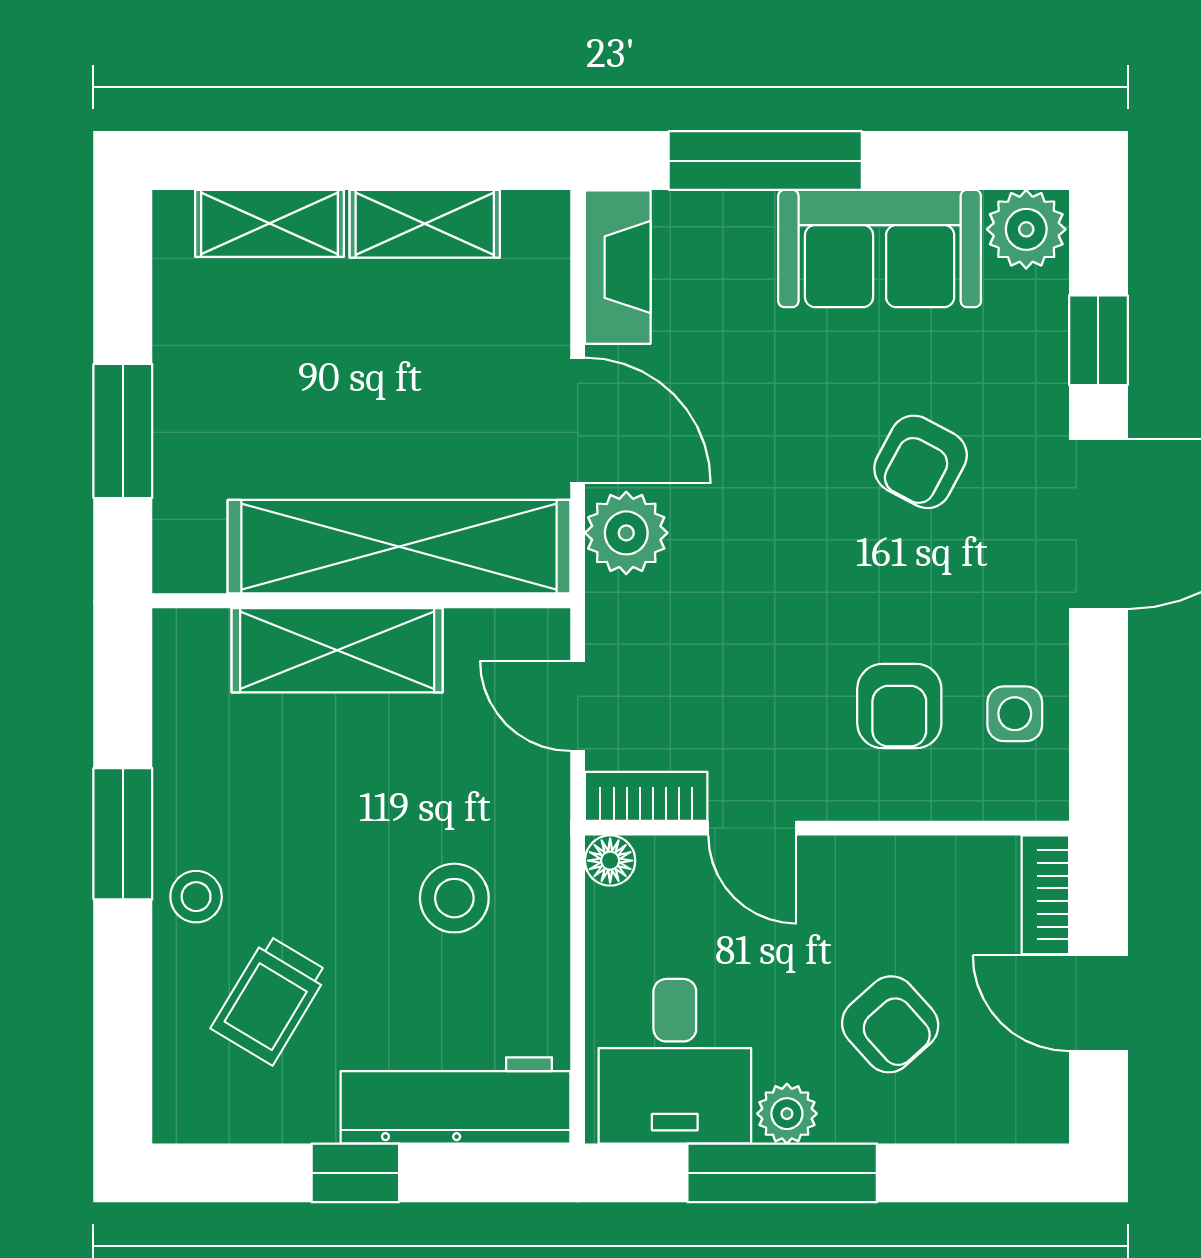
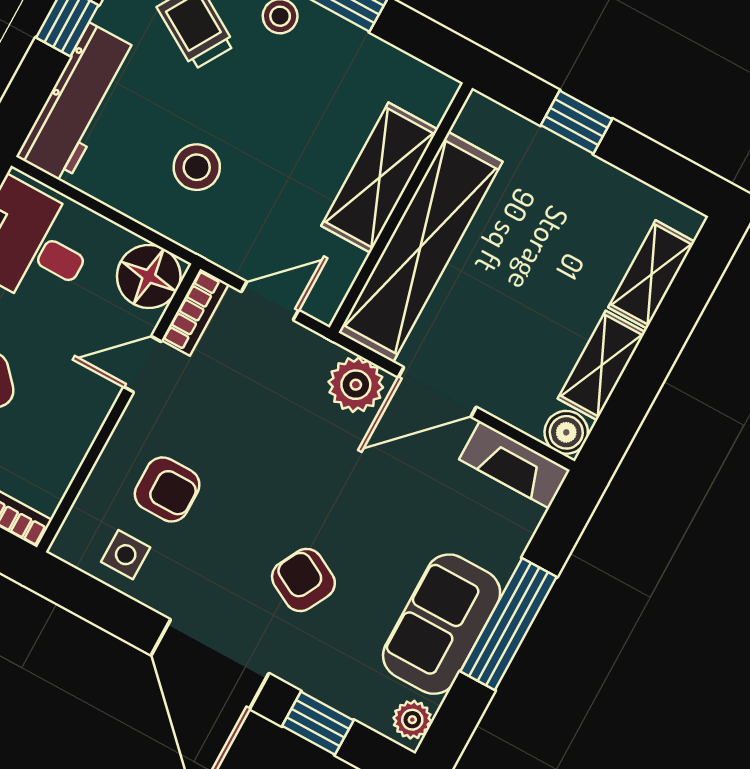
window: (765, 161) -> (508, 624), moved
boiler: (538, 222) -> (566, 432), added
plant: (1026, 229) -> (412, 720), width x0.73, depth x0.73
window: (123, 431) -> (577, 122), width x0.67
armchair: (899, 706) -> (167, 489), turned 180
floor lamp: (610, 861) -> (149, 276), width x1.89, depth x1.89

